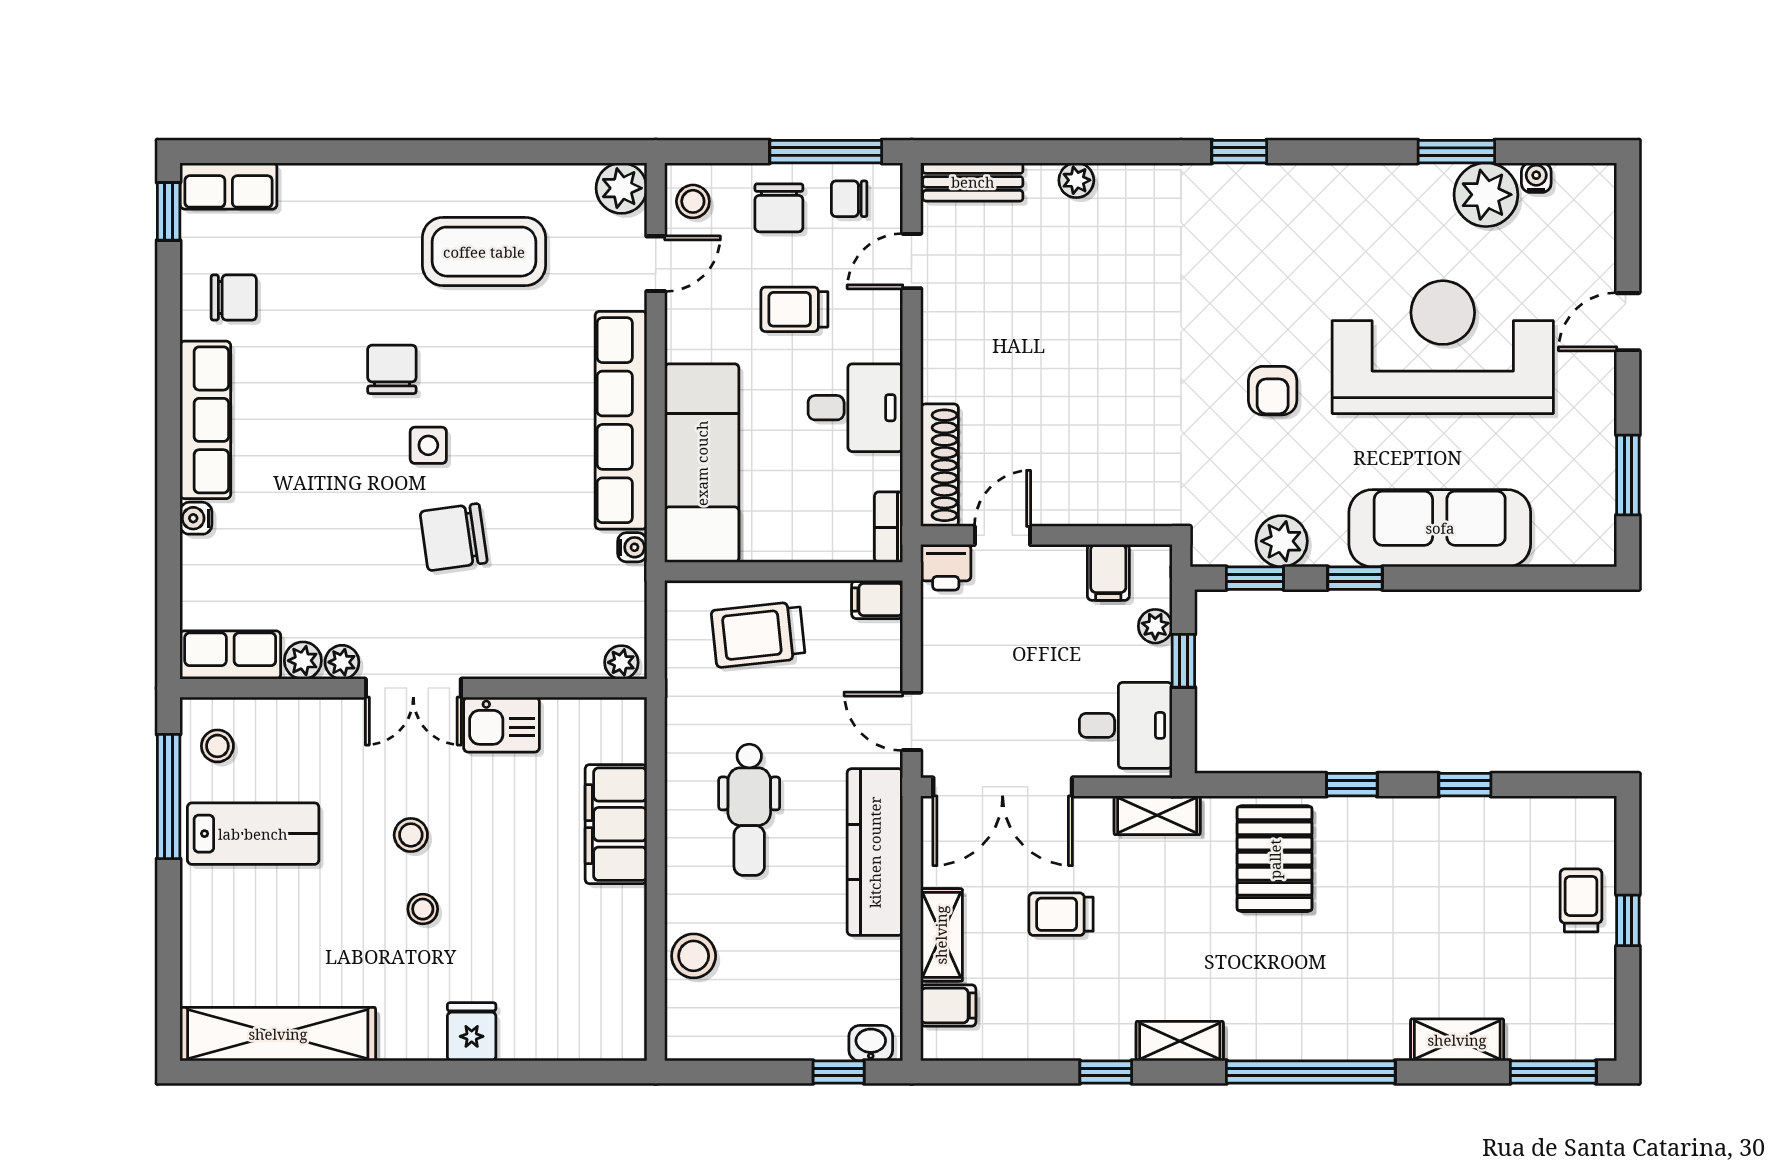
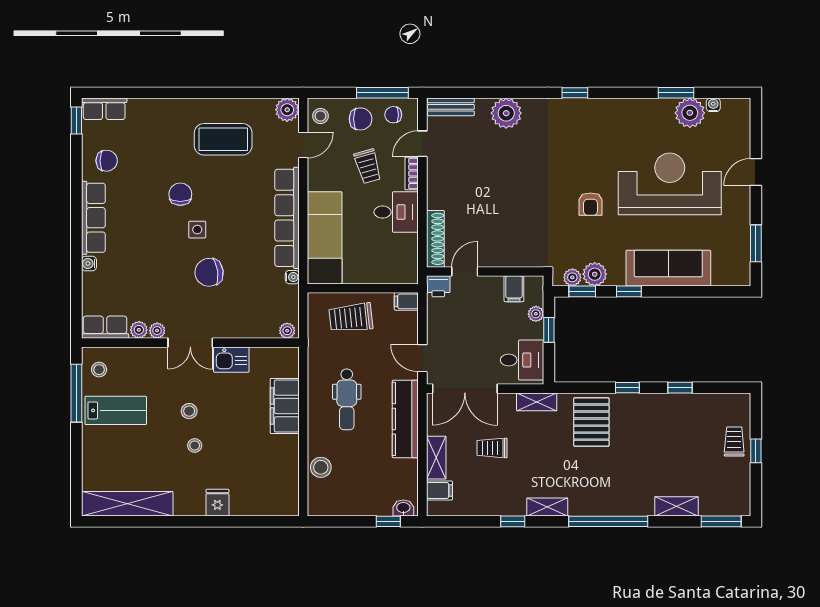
plant: (1076, 180) -> (506, 113), width x1.88, depth x1.88
chair: (779, 208) -> (361, 119), turned -90
trolley: (794, 309) -> (368, 166), turned -106
bookcase: (889, 527) -> (412, 173), moved
plant: (1234, 548) -> (572, 277), added

